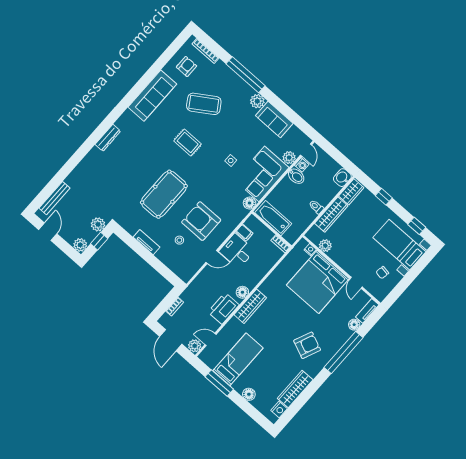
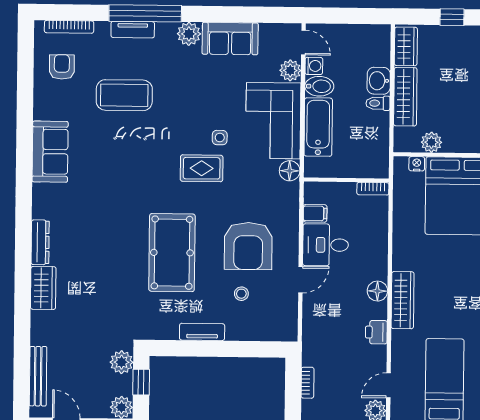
tv unit: (233, 77) -> (133, 30), added
sofa: (152, 96) -> (50, 152), width x0.73
coffee table: (204, 104) -> (124, 95), turned 33
rug: (188, 142) -> (202, 168), moved
wardrobe: (91, 160) -> (43, 288), added
washbasin: (342, 178) -> (379, 81), moved
bathtub: (273, 218) -> (318, 127), moved, turned 90
armchair: (201, 221) -> (248, 246), turned -90
printer: (223, 308) -> (376, 332), width x0.53, depth x0.68

